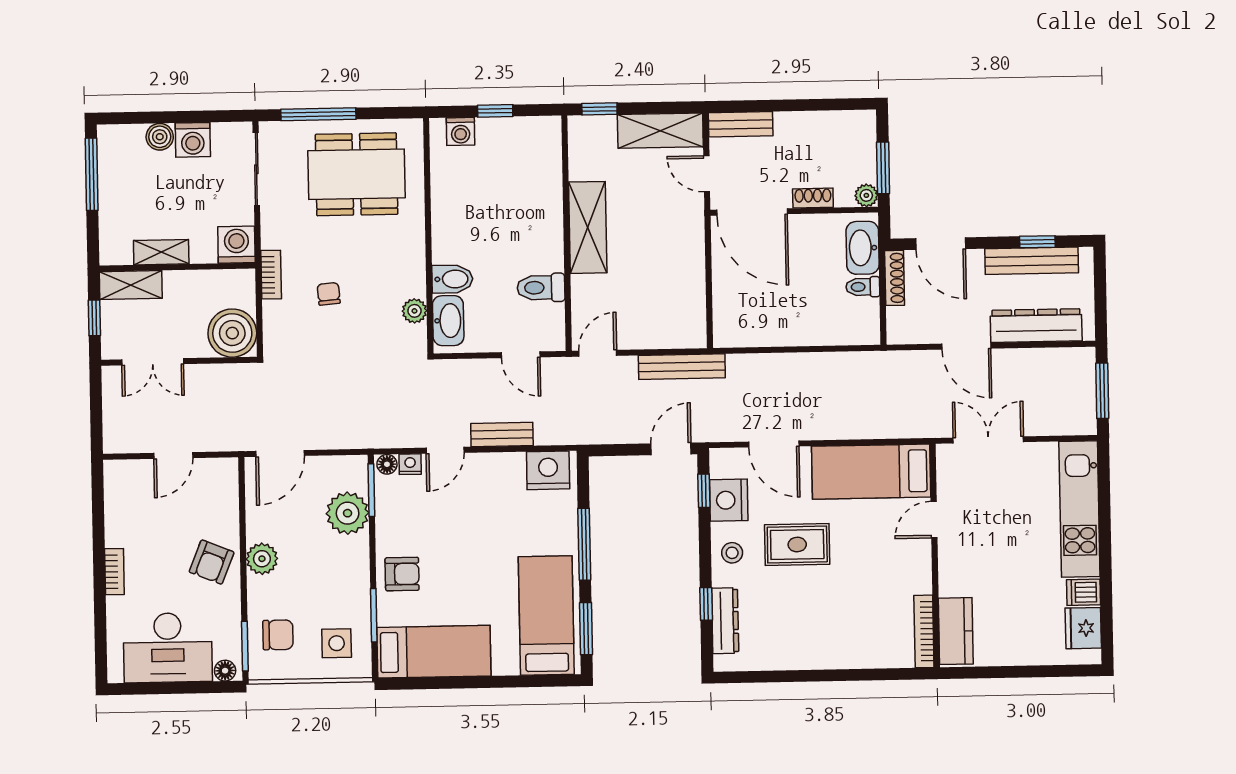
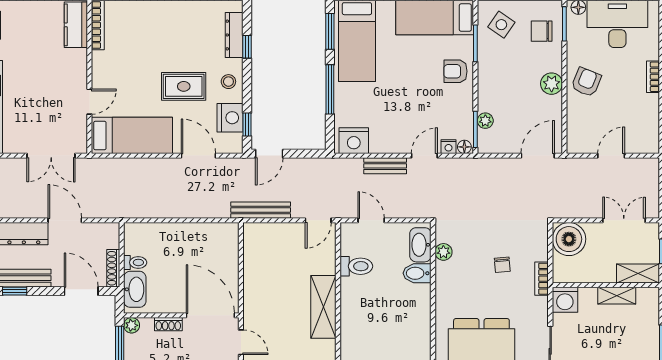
plant: (348, 513) -> (485, 121), width x0.53, depth x0.53
side table: (337, 643) -> (501, 25), turned 35

